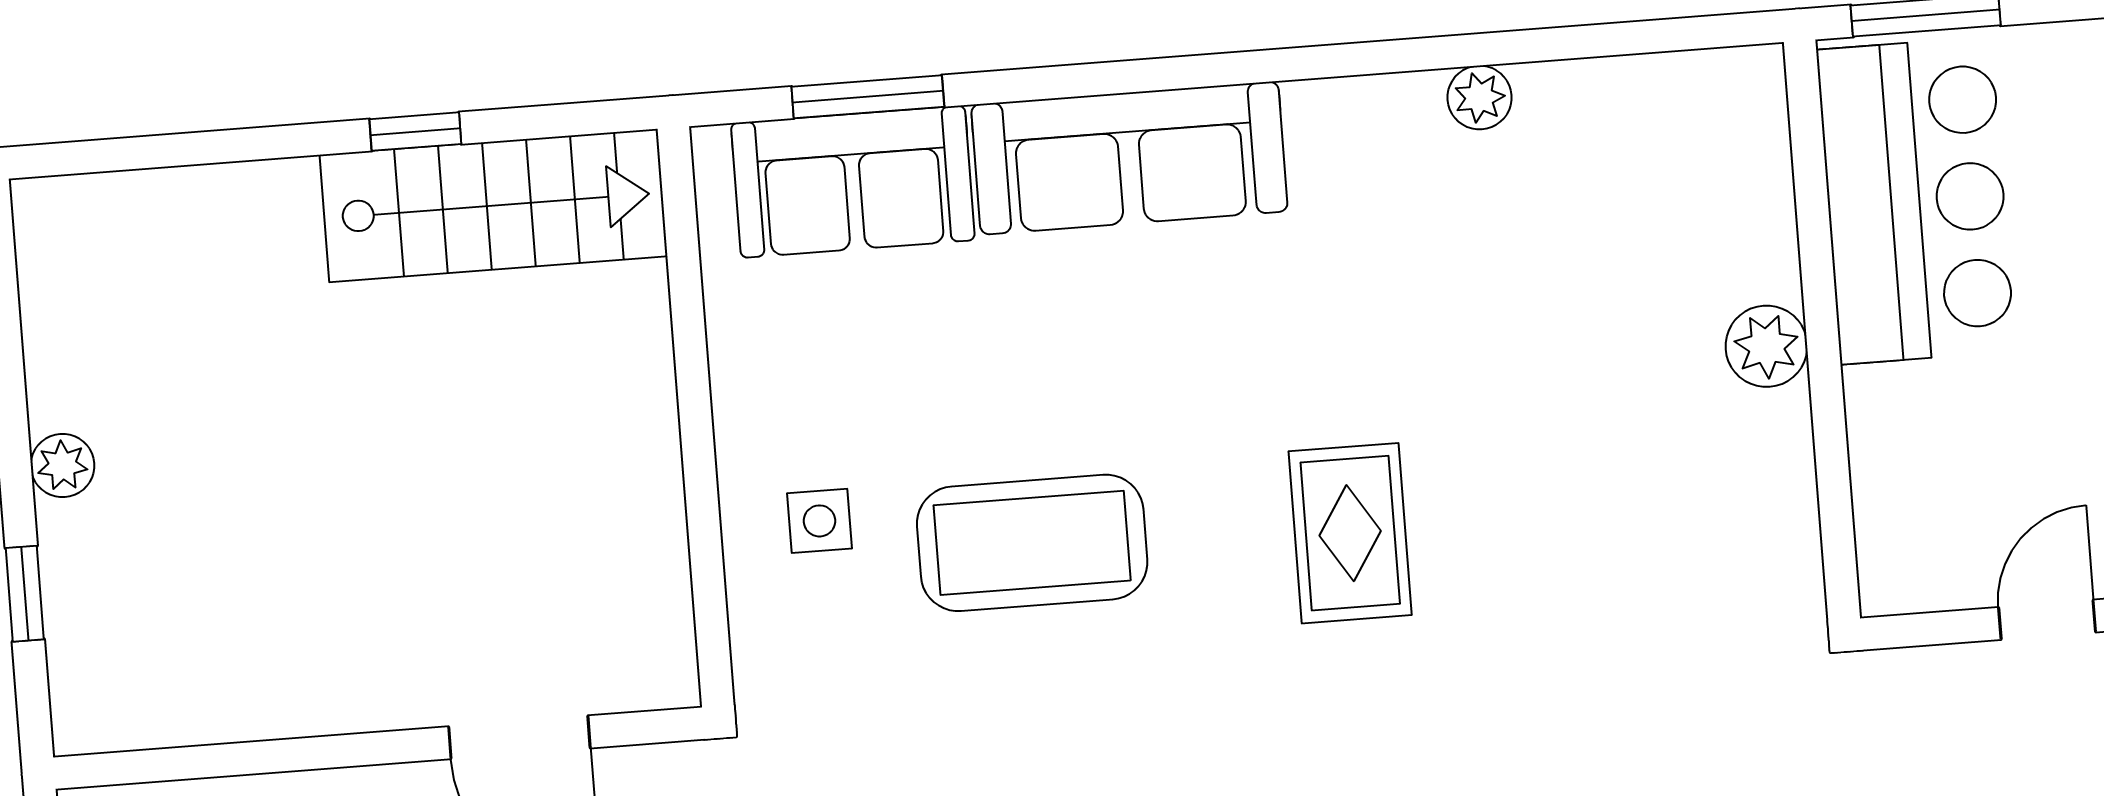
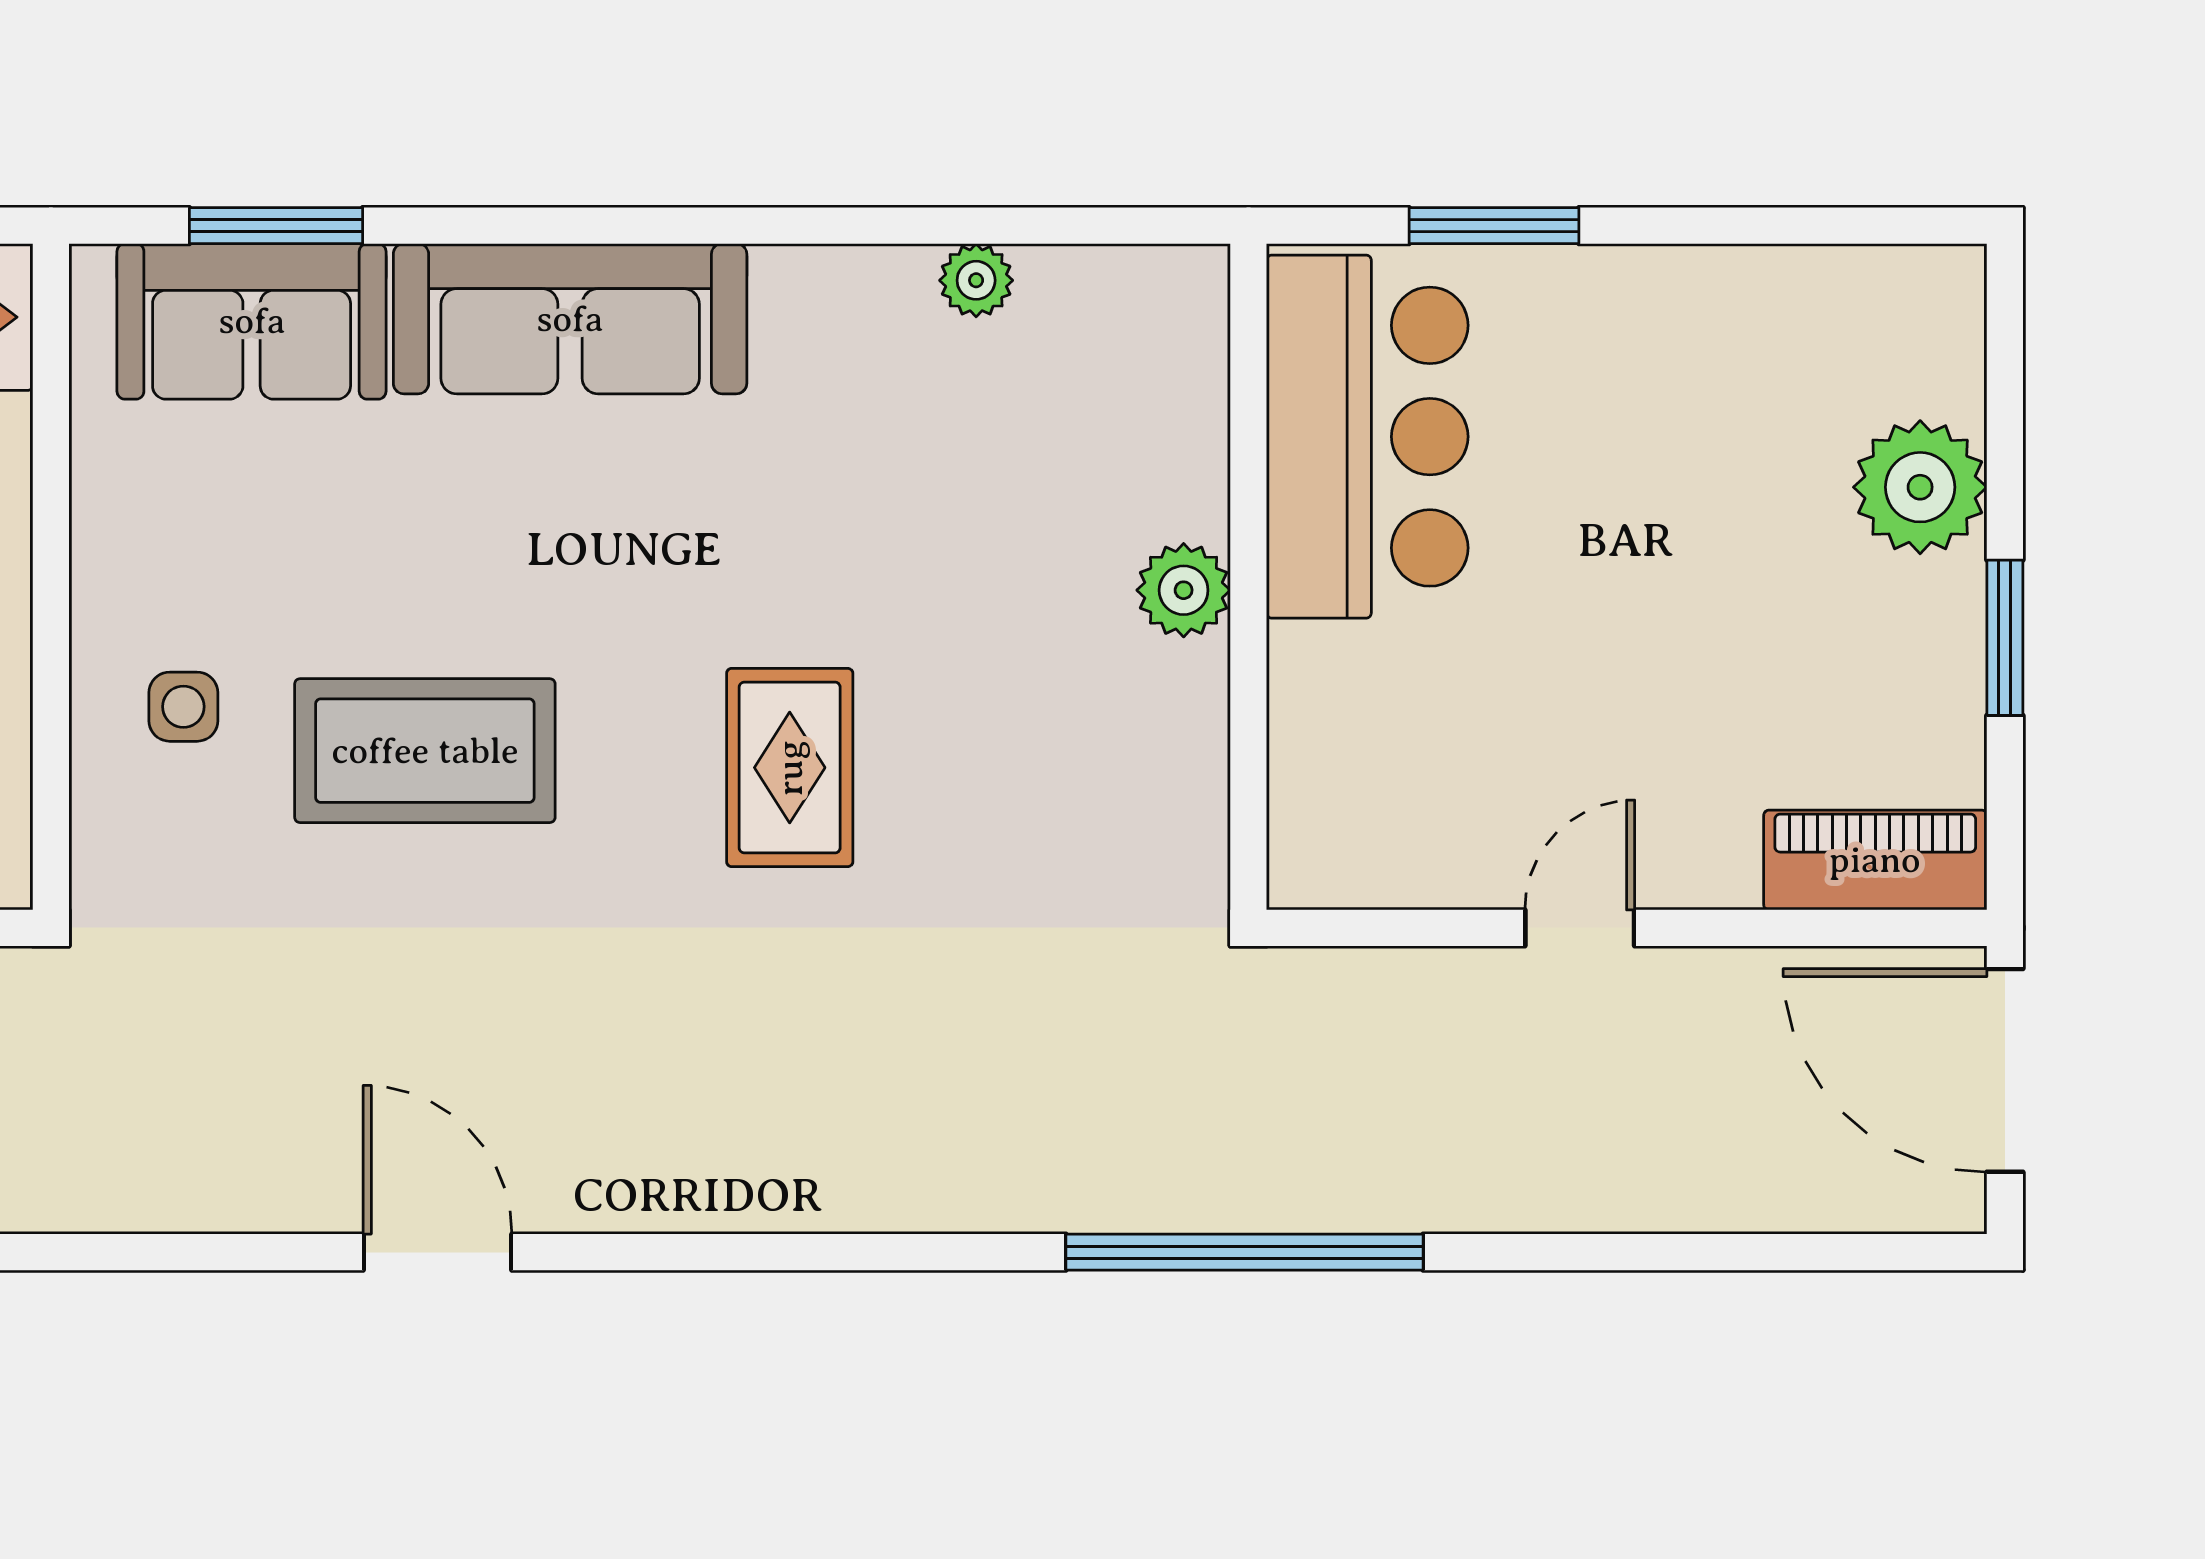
bar counter: (1916, 201) -> (1367, 437), moved
wall: (1822, 330) -> (1248, 577), moved
plant: (1766, 346) -> (1184, 590), moved

